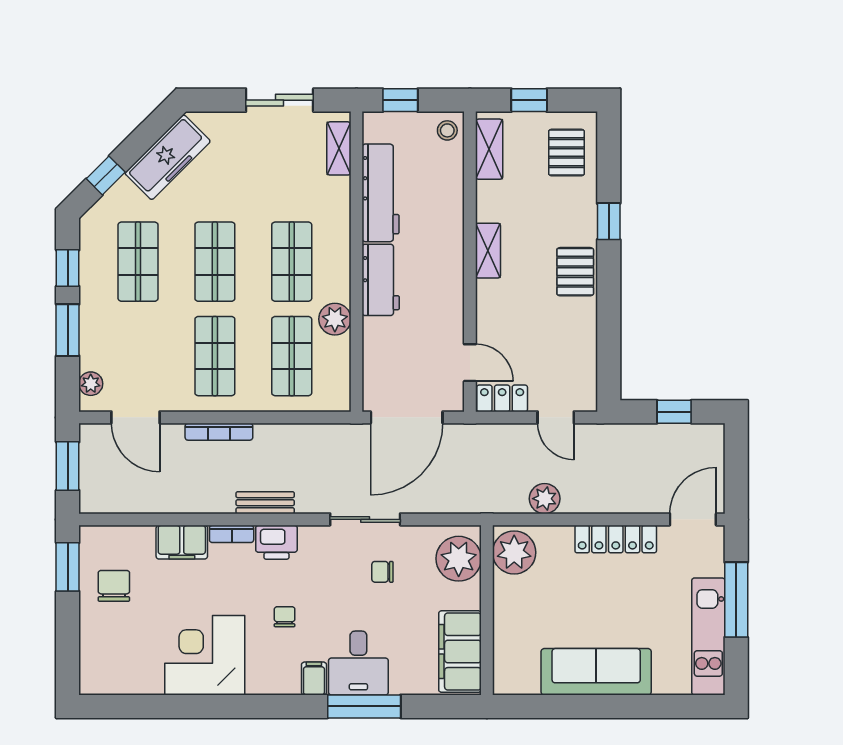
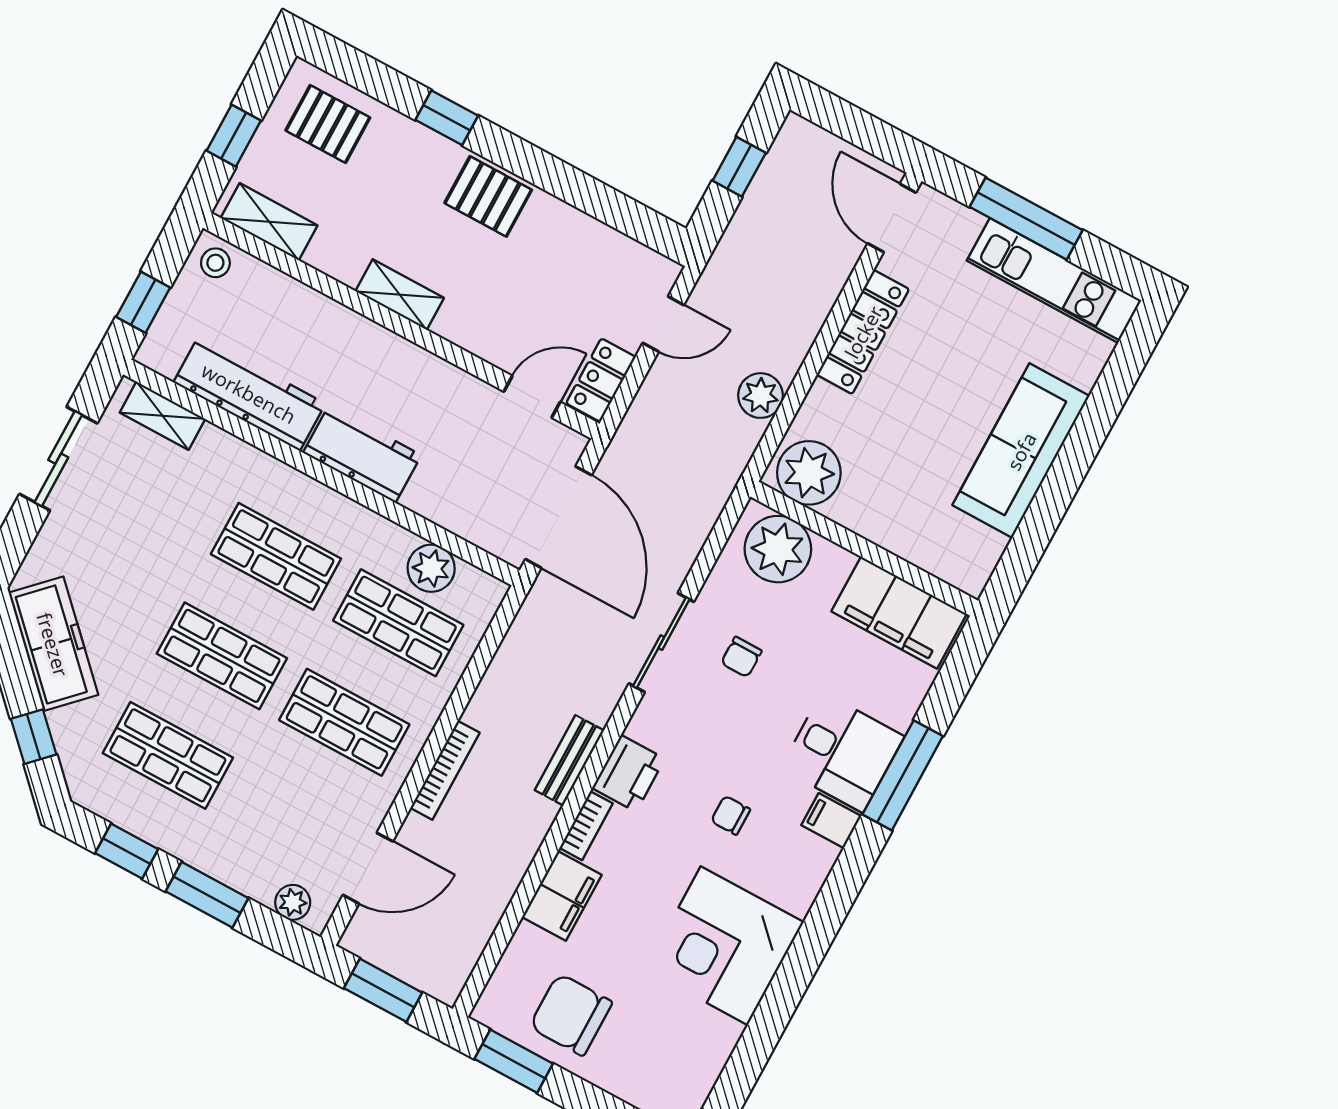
plant: (335, 319) -> (431, 568), moved
chair: (114, 586) -> (571, 1015), width x1.37, depth x1.37

